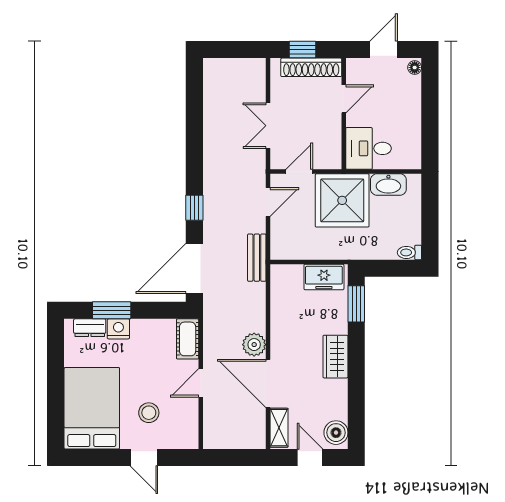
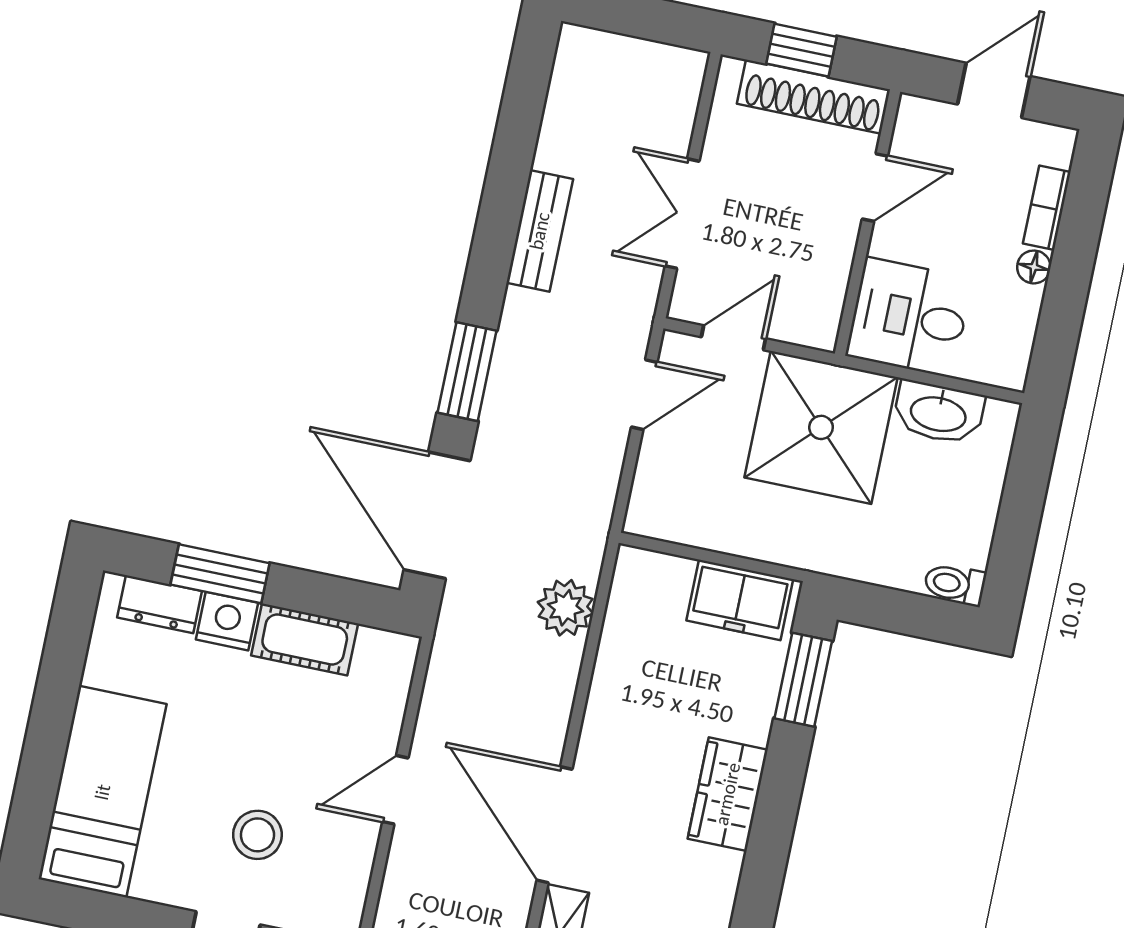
floor lamp: (415, 67) -> (1034, 267), moved
bookcase: (415, 93) -> (1047, 208), added
window: (194, 208) -> (467, 372), width x1.50
bench: (257, 258) -> (540, 231), moved
door: (194, 268) -> (437, 515), hinge flipped
cot: (188, 339) -> (305, 640), moved, turned 90
plant: (254, 345) -> (566, 608), moved
bed: (92, 408) -> (103, 792), width x0.67

